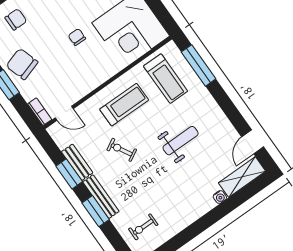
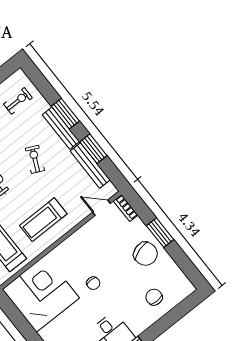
chair: (16, 19) -> (154, 297), turned 90
exercise bike: (122, 150) -> (35, 159), moved, turned -126
bench: (77, 162) -> (90, 166), width x1.36

